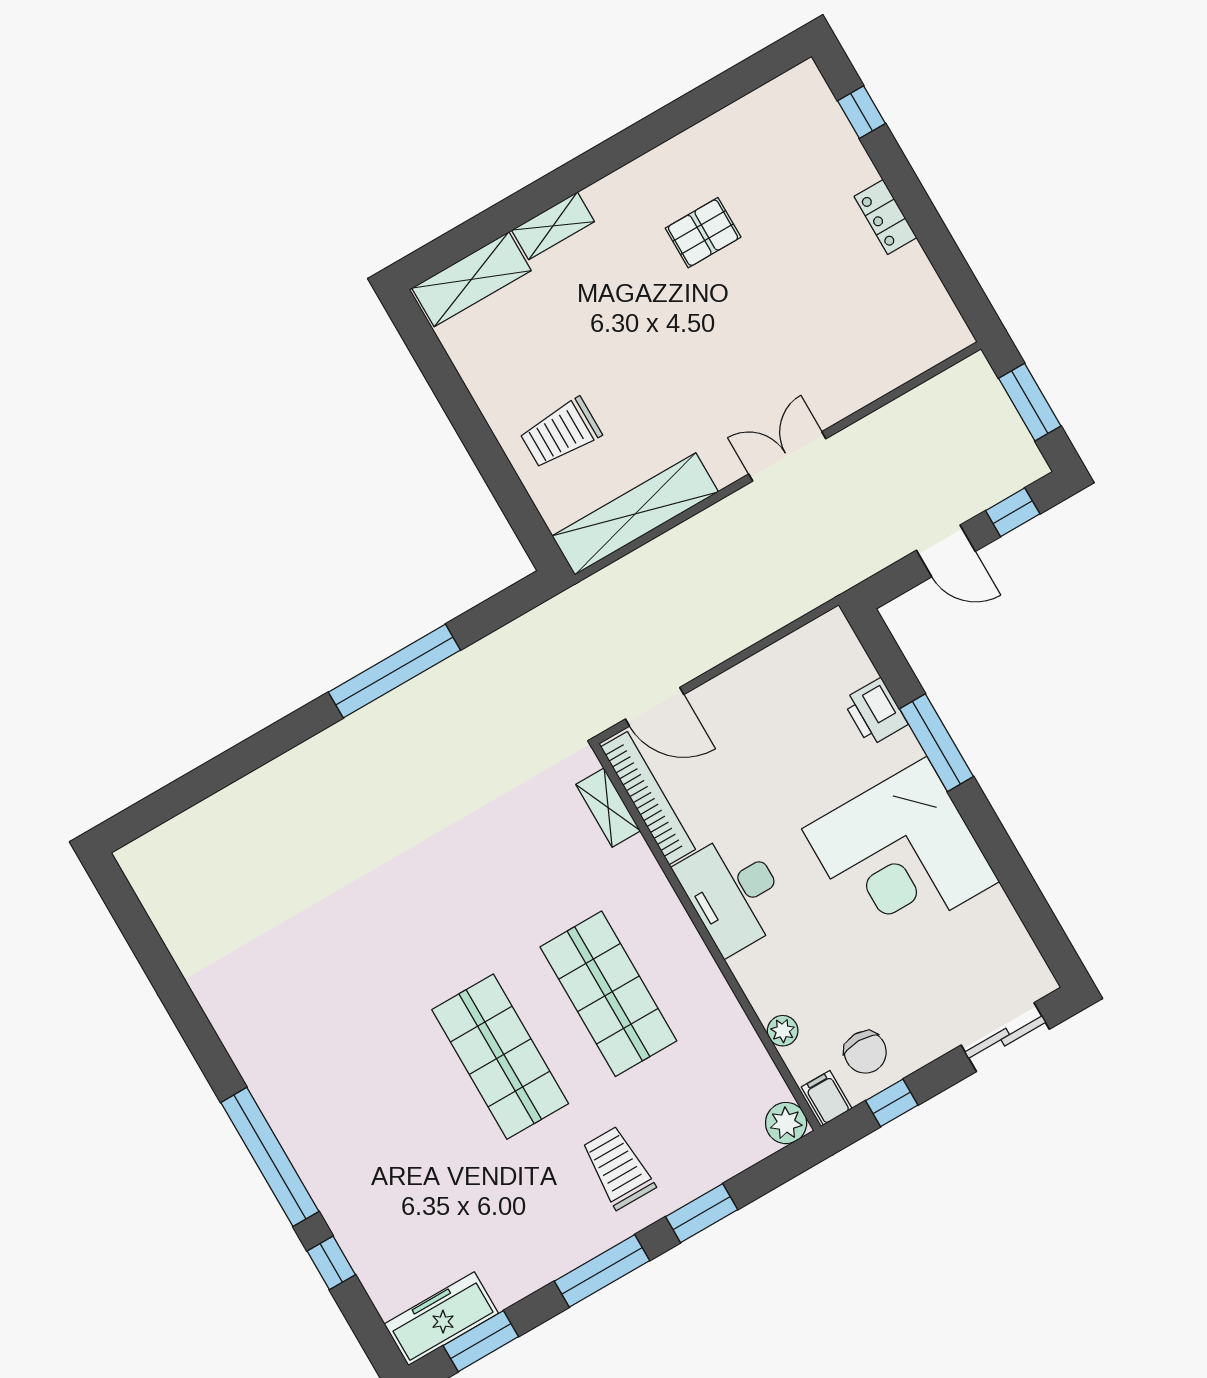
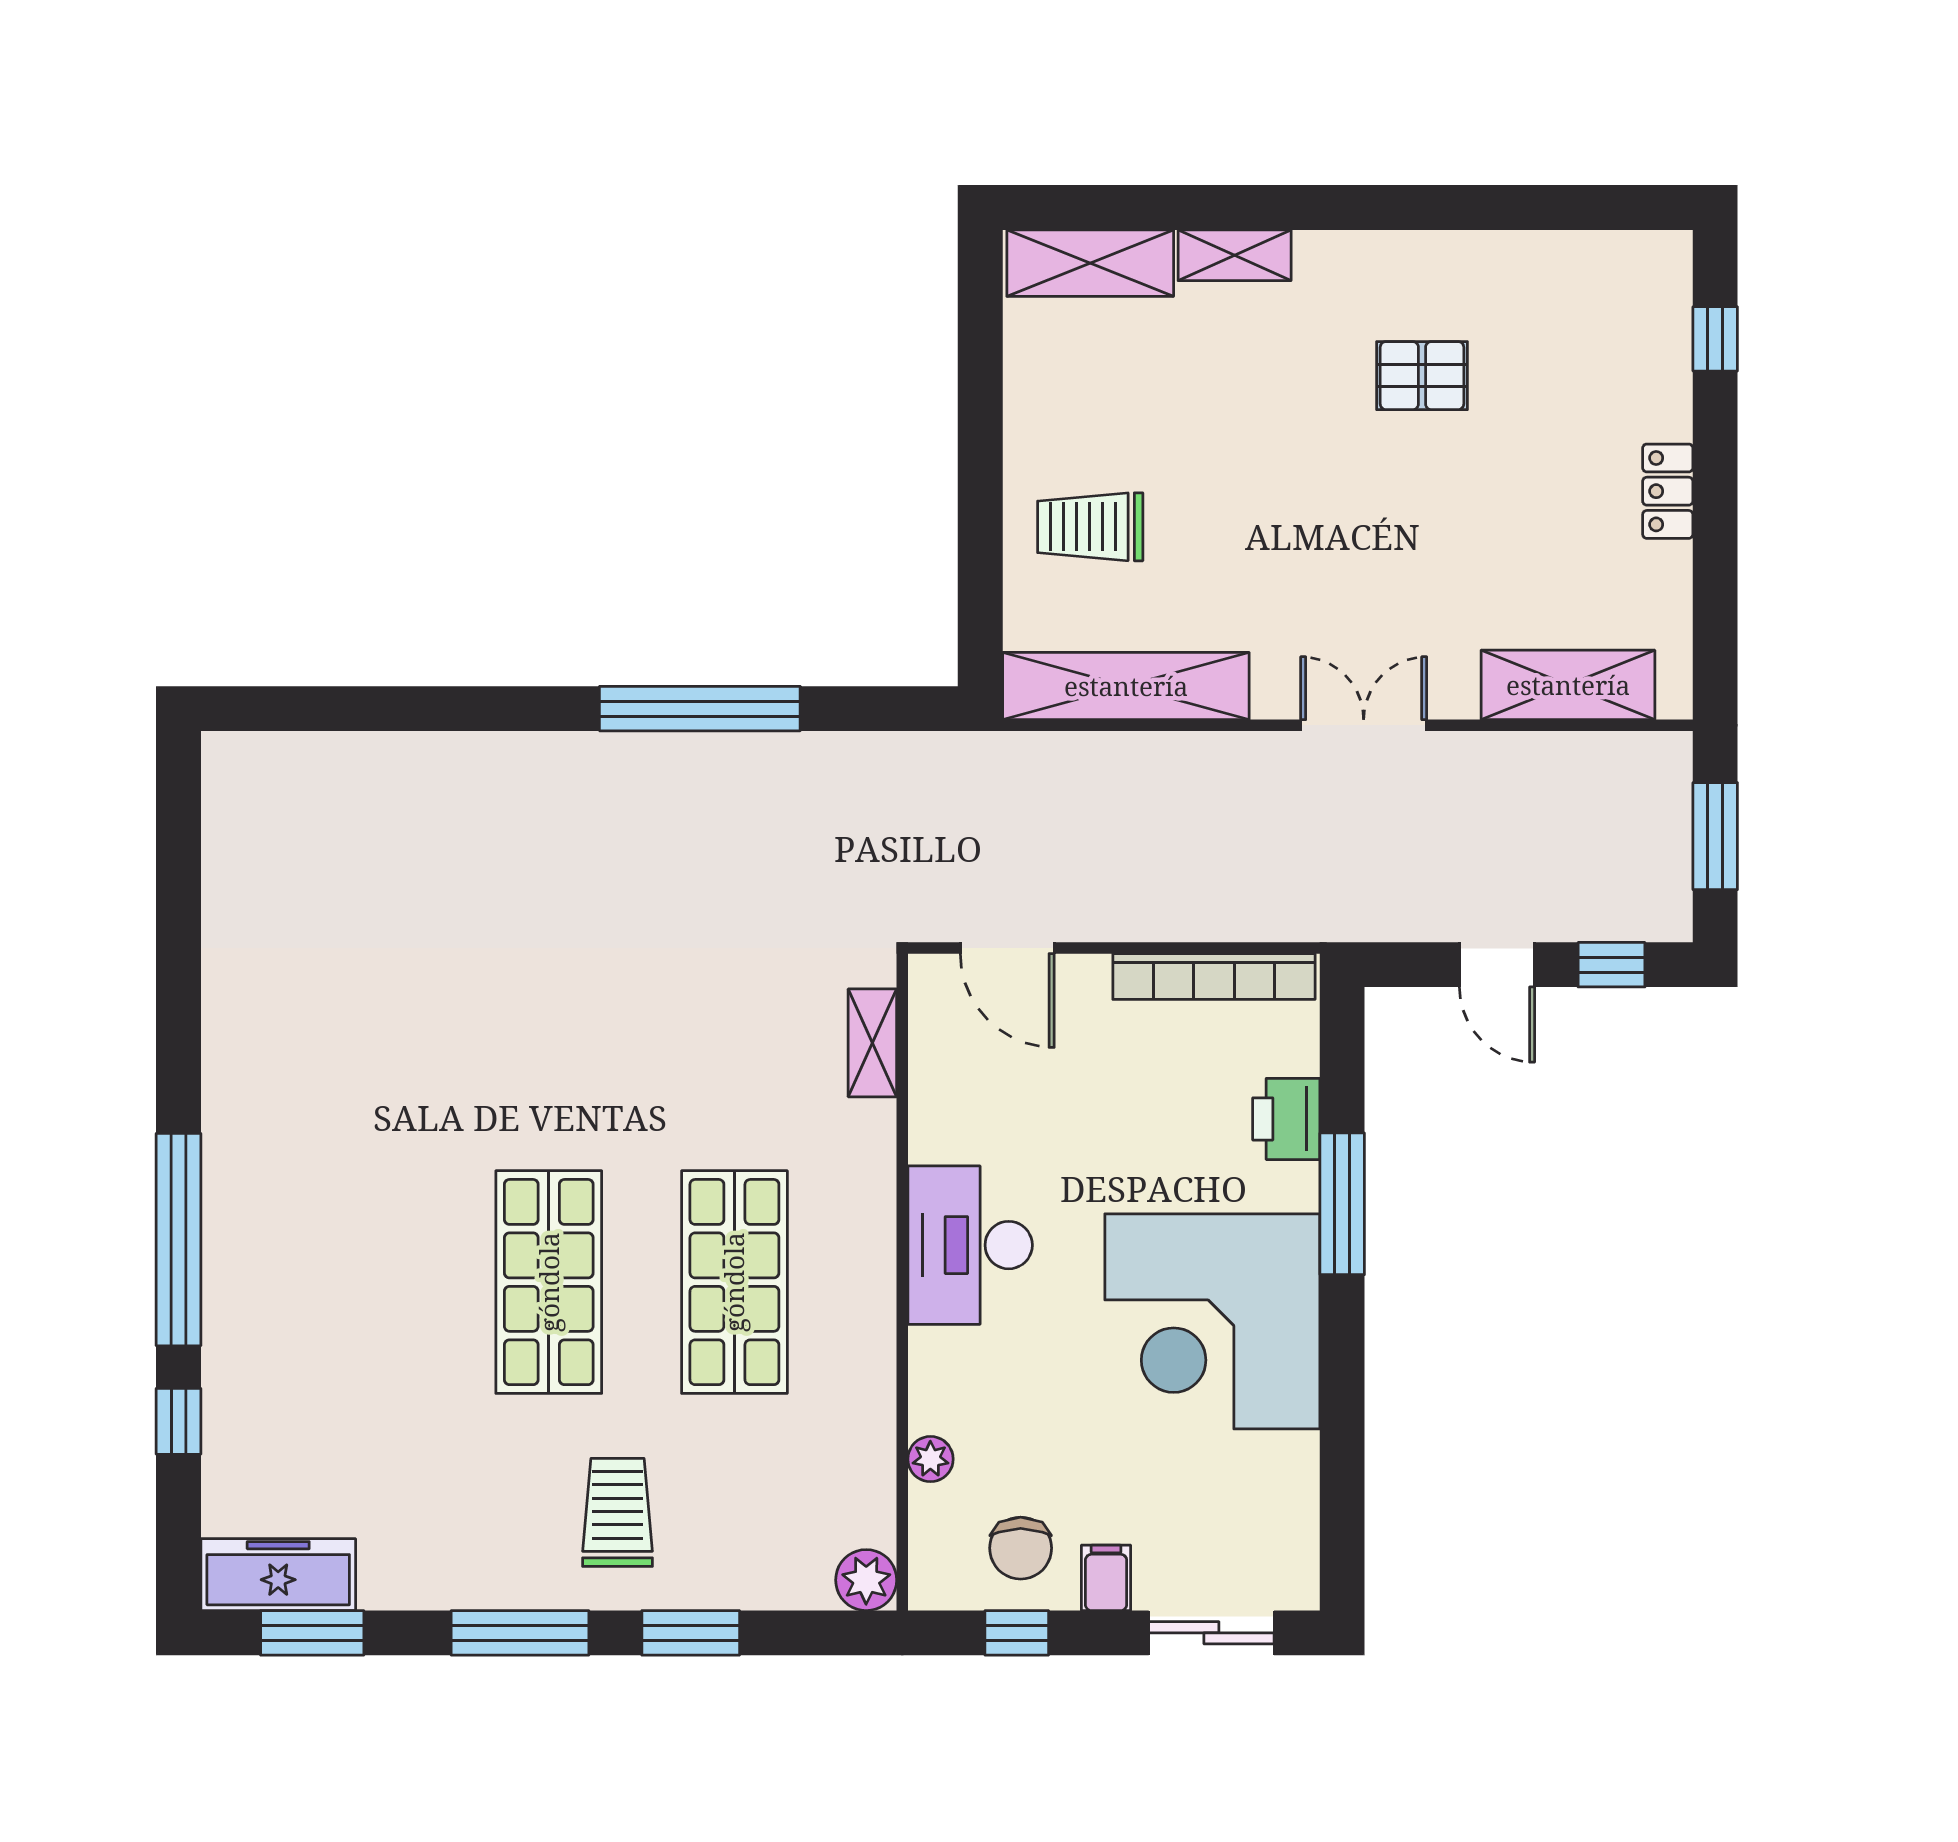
shelving: (893, 364) -> (1568, 685), added
bookcase: (648, 798) -> (1214, 977), moved, turned 90
filing cabinet: (827, 1098) -> (1106, 1578), moved

